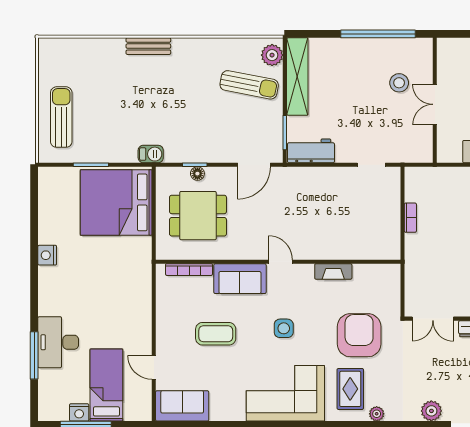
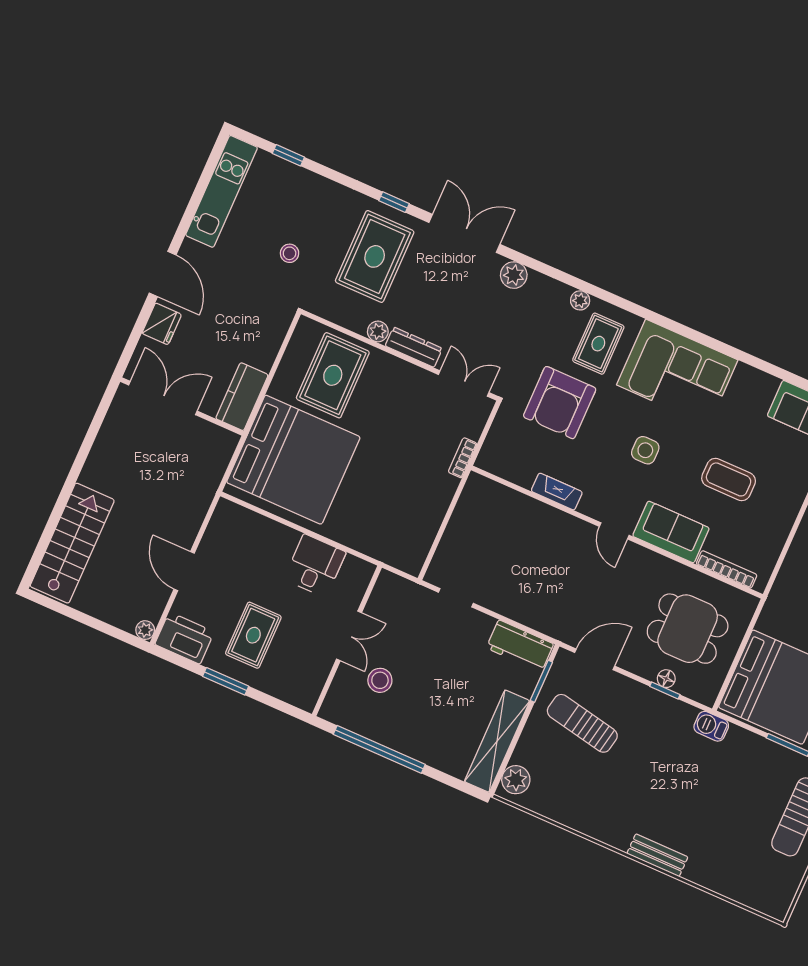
sun lounger: (249, 85) -> (582, 723), moved
bookcase: (410, 218) -> (463, 458), moved

